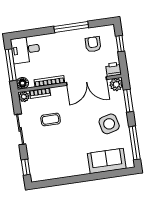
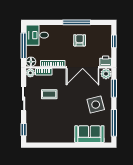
armchair: (93, 44) -> (80, 40), moved

